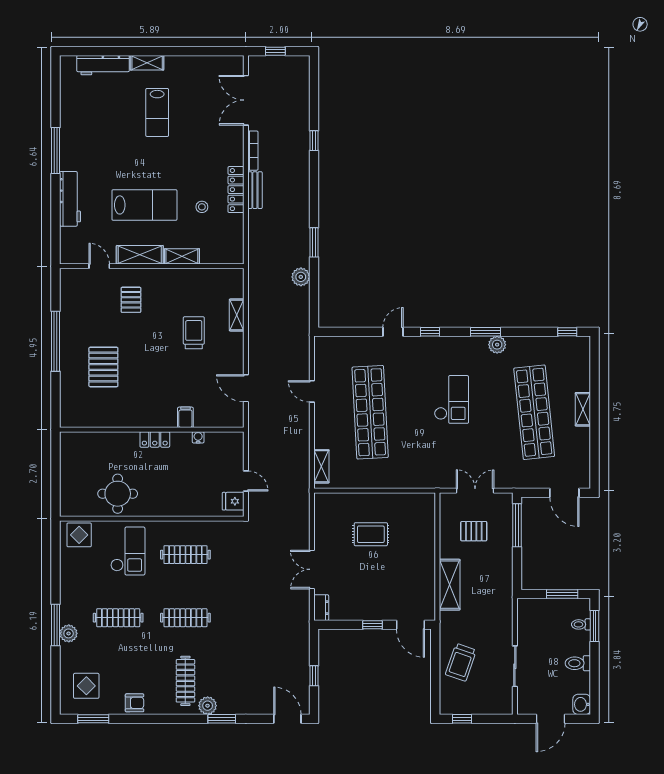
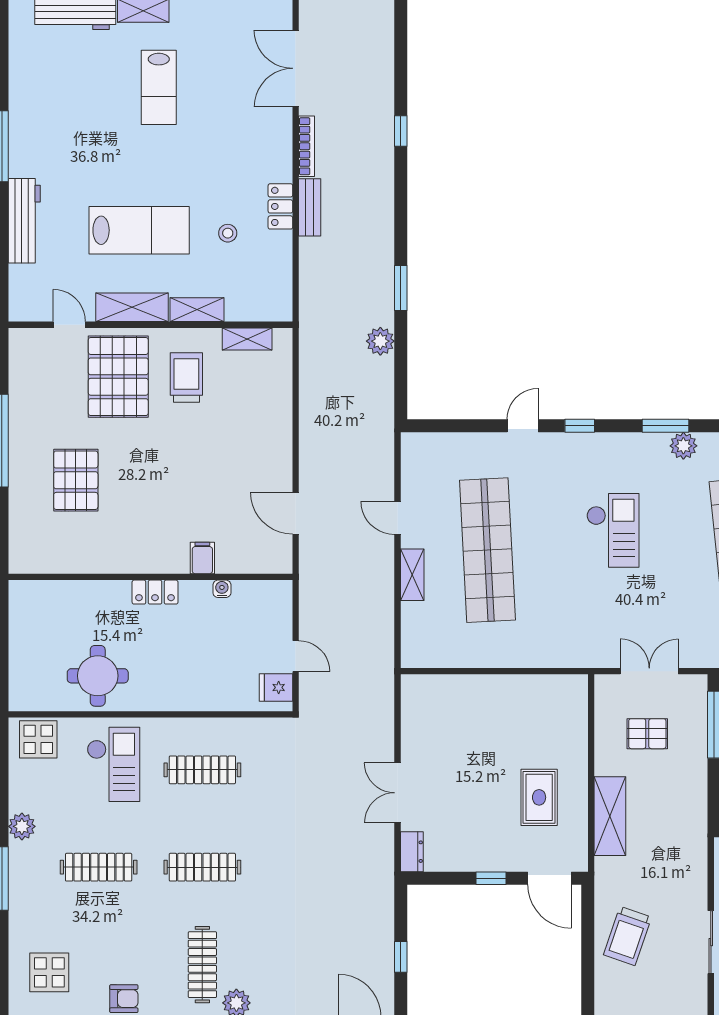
locker: (236, 190) -> (280, 206), width x0.66
pallet: (131, 300) -> (118, 377), width x2.05, depth x2.00
shelving: (237, 315) -> (247, 339), moved, turned 90
trolley: (194, 333) -> (186, 377), moved
shelving: (321, 466) -> (412, 575), moved
rug: (371, 534) -> (539, 797), moved, turned 90
plant: (69, 633) -> (22, 826), moved

